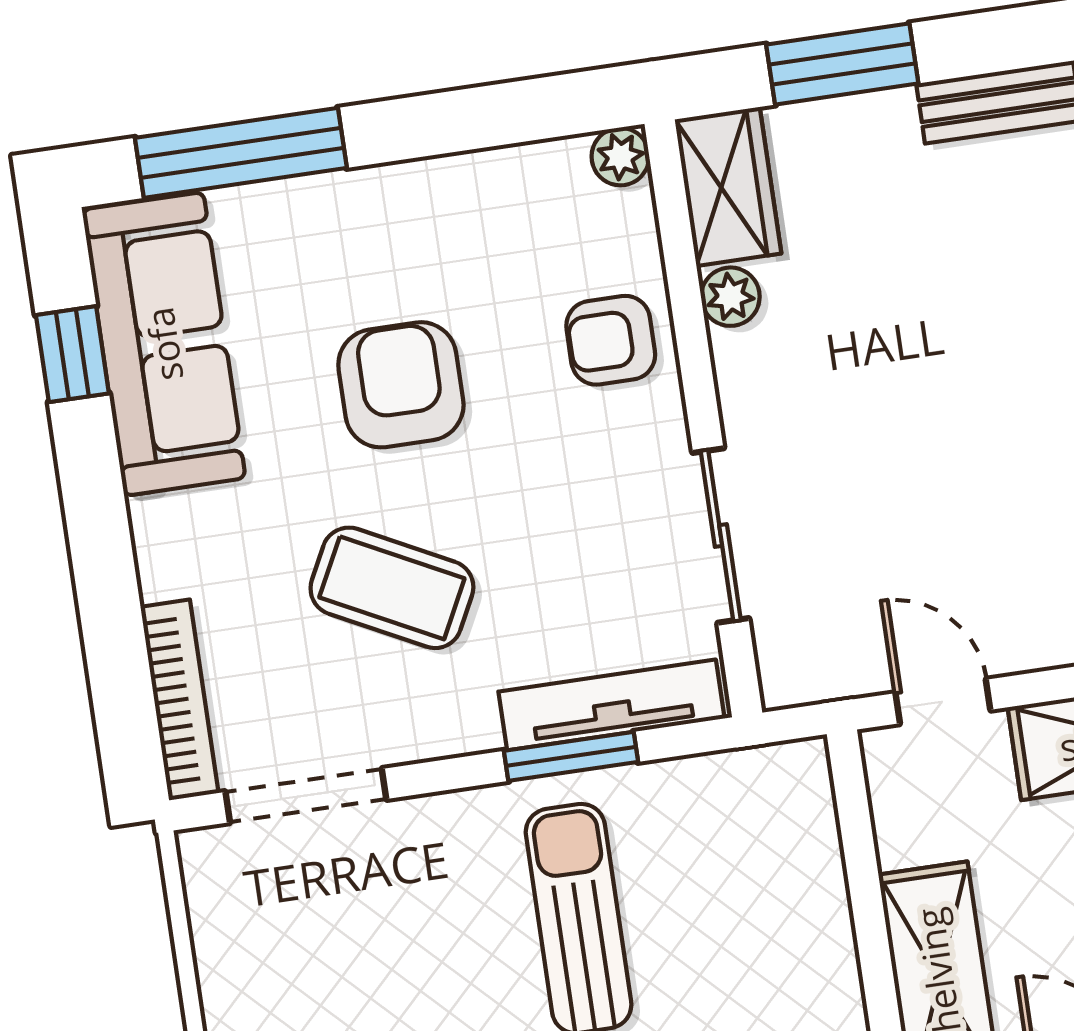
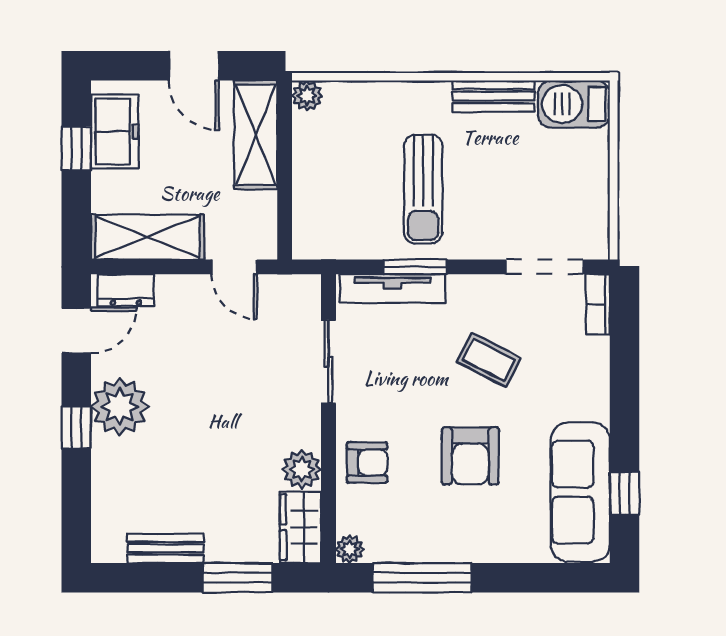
window: (241, 153) -> (422, 578), moved
plant: (730, 297) -> (302, 469), width x1.38, depth x1.38
coffee table: (392, 588) -> (489, 360), width x0.73, depth x0.77
bookcase: (179, 700) -> (598, 304), width x0.64

